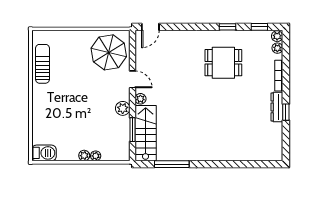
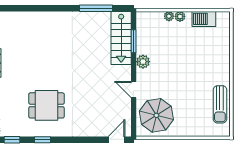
plant: (140, 99) -> (126, 71), removed
barbecue: (44, 153) -> (204, 19), moved

